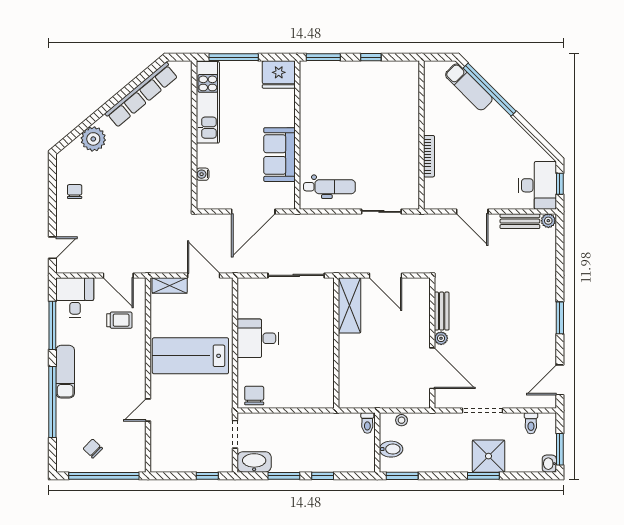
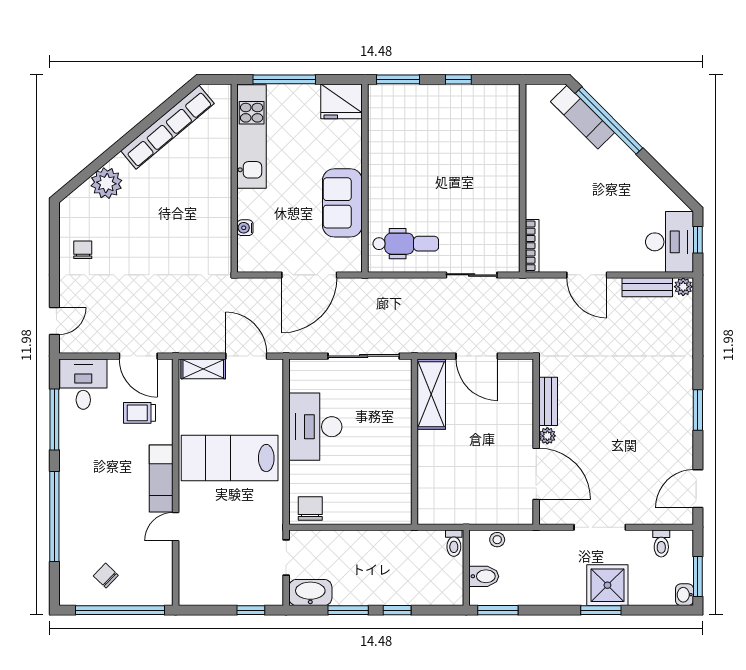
bookcase: (429, 156) -> (532, 246), moved
trolley: (119, 320) -> (140, 413), turned 180
desk: (258, 338) -> (315, 427), width x1.37
exam couch: (65, 372) -> (161, 479), moved, turned 180

